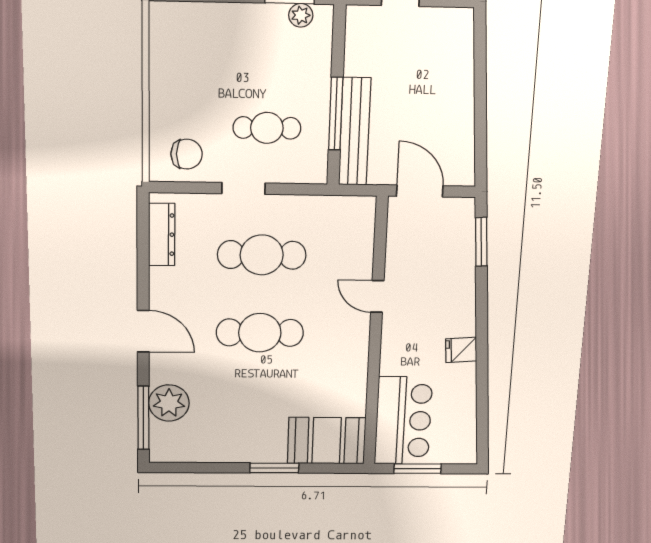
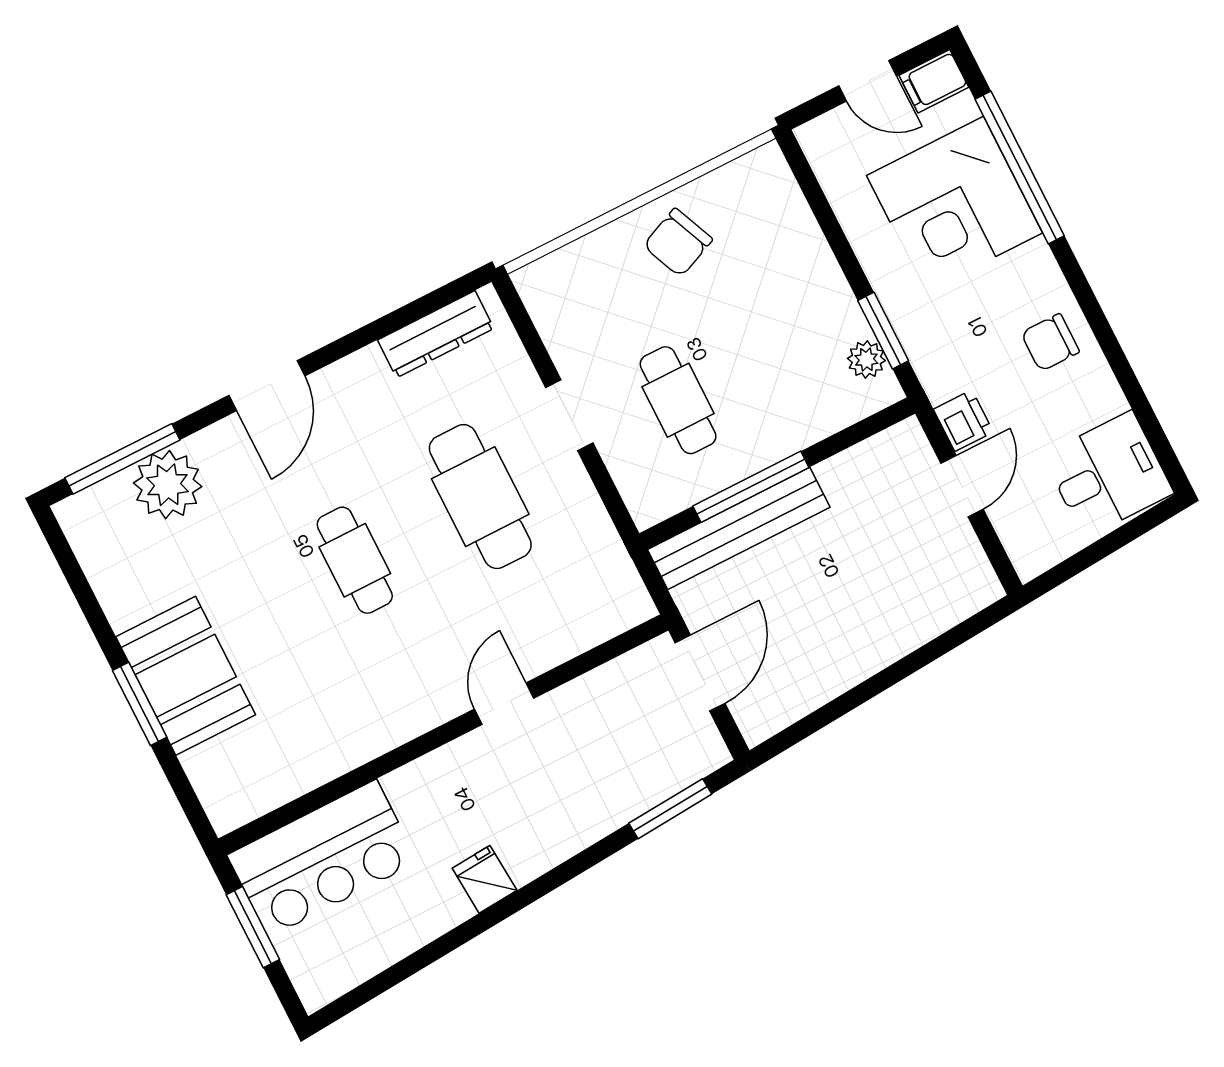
chair: (187, 154) -> (678, 242), moved, turned 67
cafe table: (260, 333) -> (355, 560), width x0.73, depth x0.74
booth: (327, 441) -> (186, 676), moved

